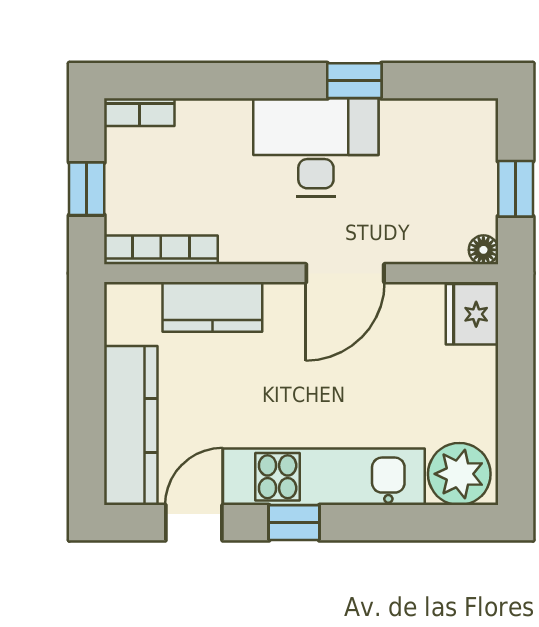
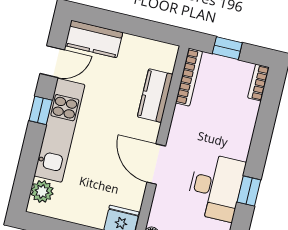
desk: (316, 147) -> (216, 187), moved
kitchen counter: (131, 426) -> (94, 39), width x0.67
plant: (459, 474) -> (42, 191), width x0.73, depth x0.73
door: (194, 523) -> (52, 62), hinge flipped

